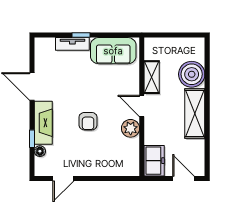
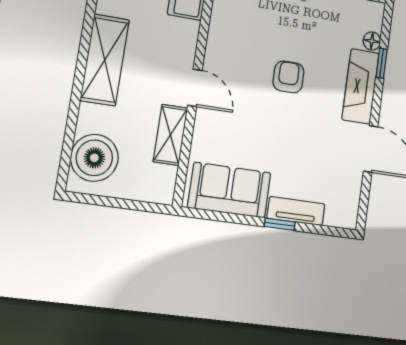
boiler: (192, 74) -> (94, 158), moved
plant: (131, 128) -> (220, 53), removed

